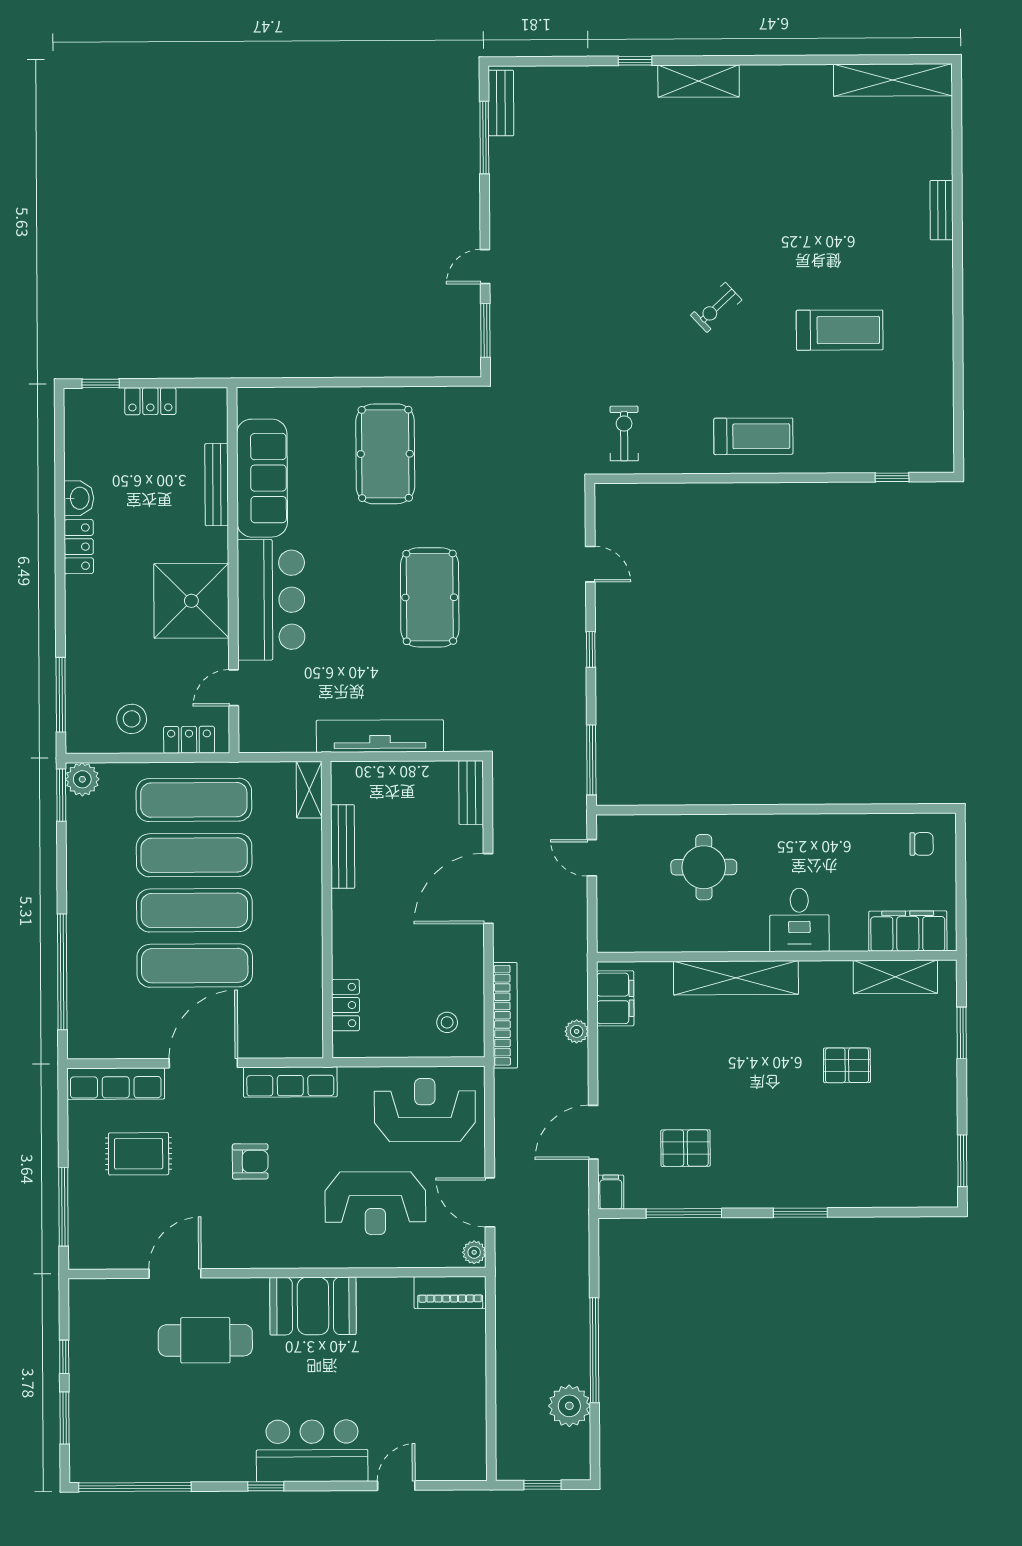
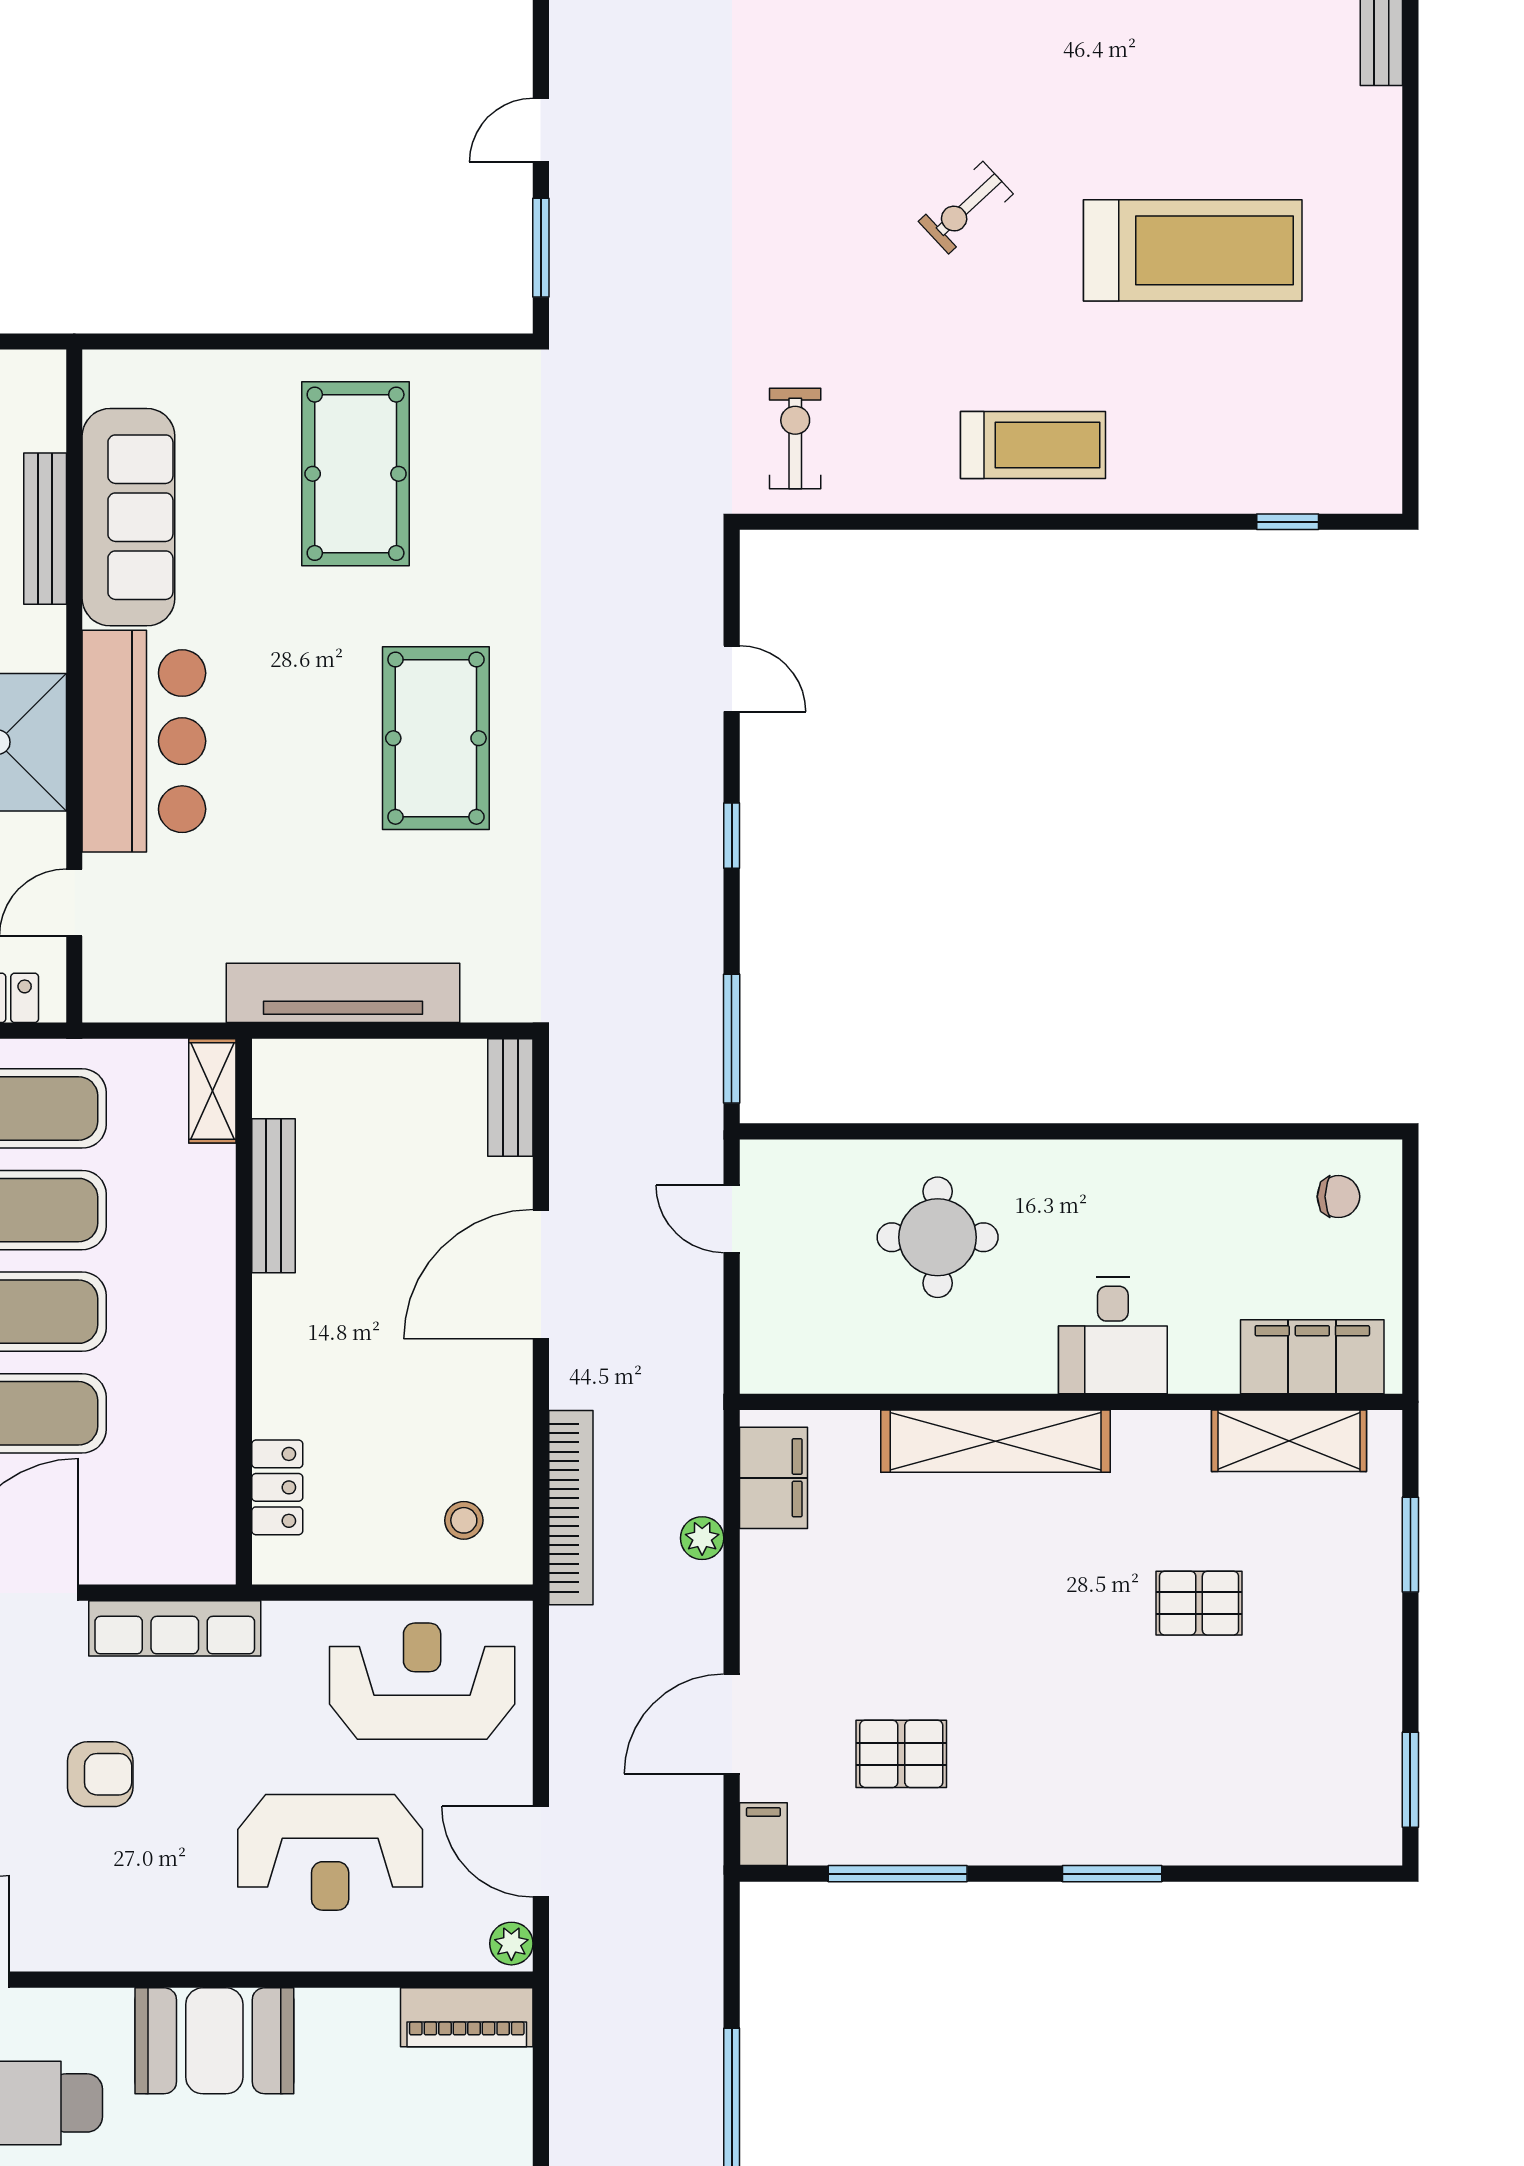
treadmill: (840, 330) -> (1193, 250), width x1.37, depth x1.37

